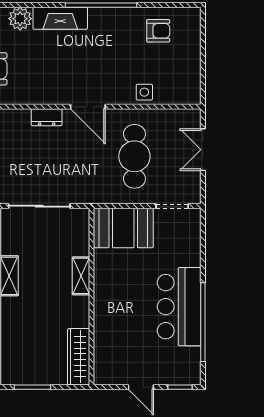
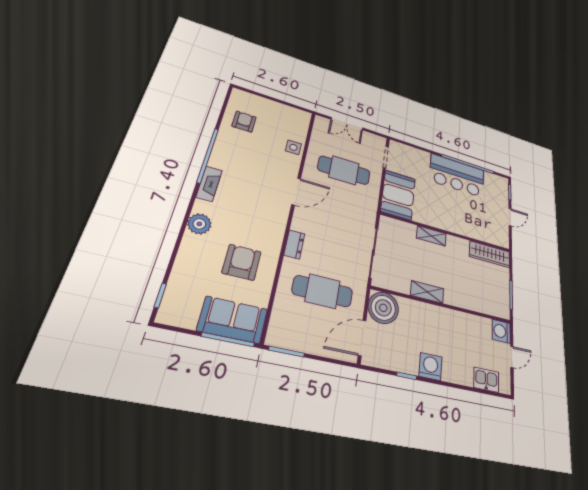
fireplace: (60, 18) -> (209, 184), width x0.73, depth x0.76
dresser: (47, 117) -> (294, 244), moved

